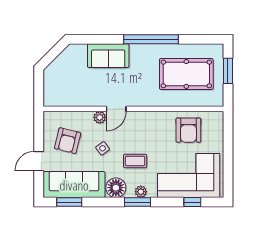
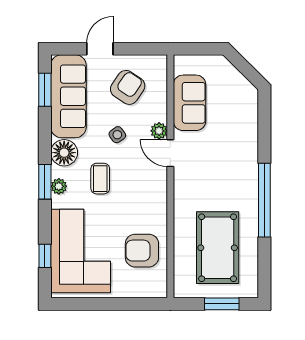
sofa: (108, 56) -> (189, 103), moved, turned 180
armchair: (68, 141) -> (128, 87), turned 110
door: (39, 161) -> (100, 49), hinge flipped

